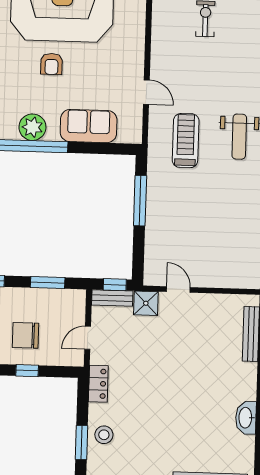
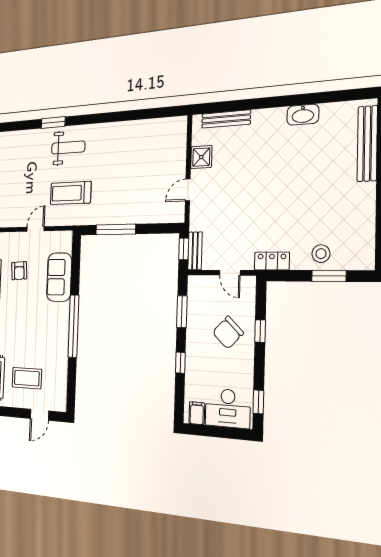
armchair: (52, 64) -> (19, 271), moved, turned 87
plant: (32, 127) -> (59, 326), removed
shower: (146, 303) -> (201, 157), moved
chair: (26, 335) -> (228, 333), turned 44

